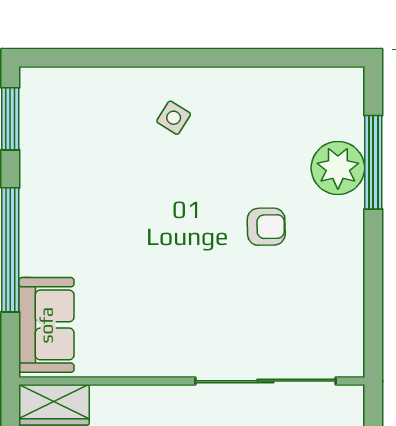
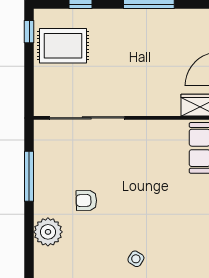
window: (373, 162) -> (29, 176), moved

